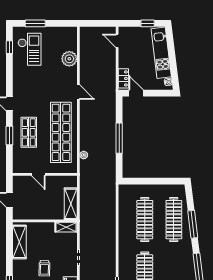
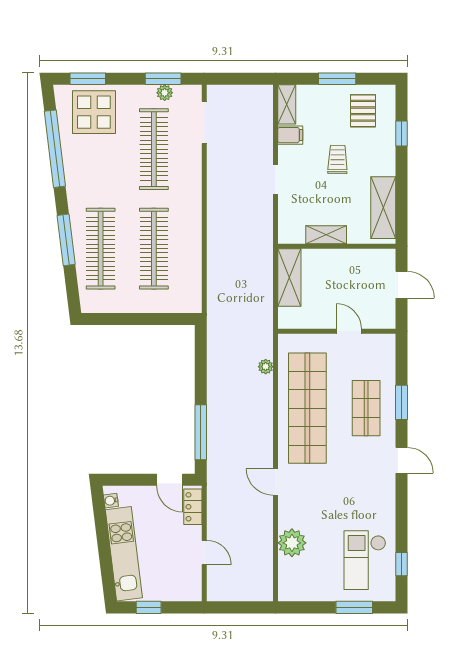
door: (117, 41) -> (204, 552), moved
window: (119, 138) -> (201, 432), moved
shelving: (66, 227) -> (326, 235), moved

